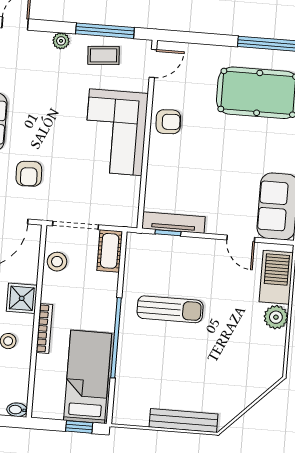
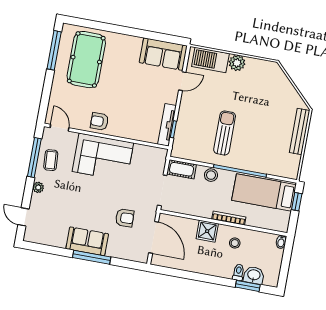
armchair: (168, 122) -> (99, 121), turned -87
stool: (57, 262) -> (211, 175), moved

